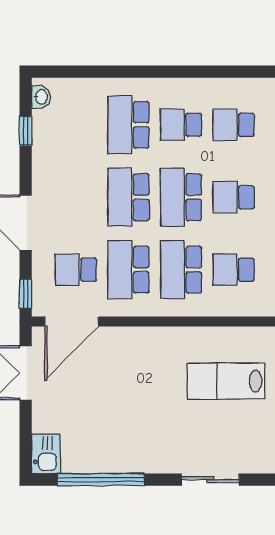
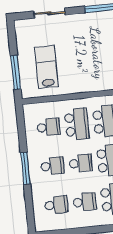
school desk: (181, 197) -> (81, 163), width x0.54
lab bench: (226, 381) -> (46, 67), turned -90

